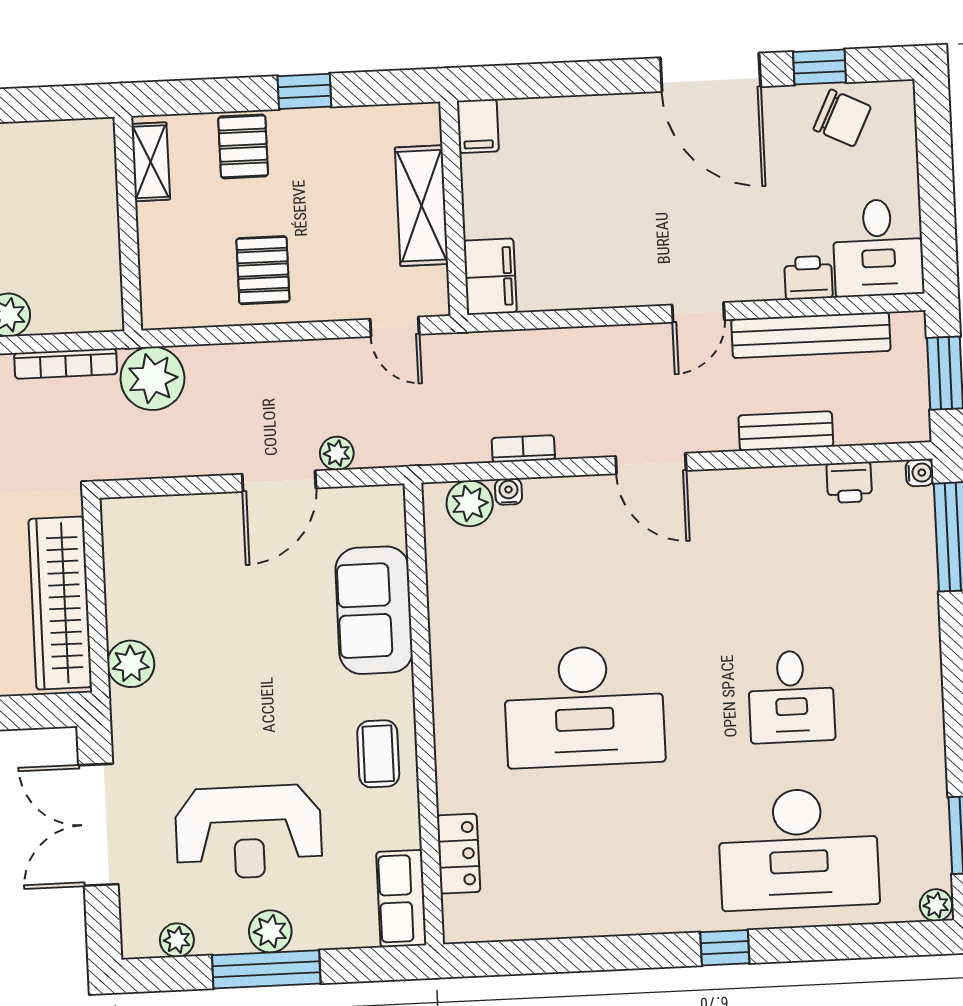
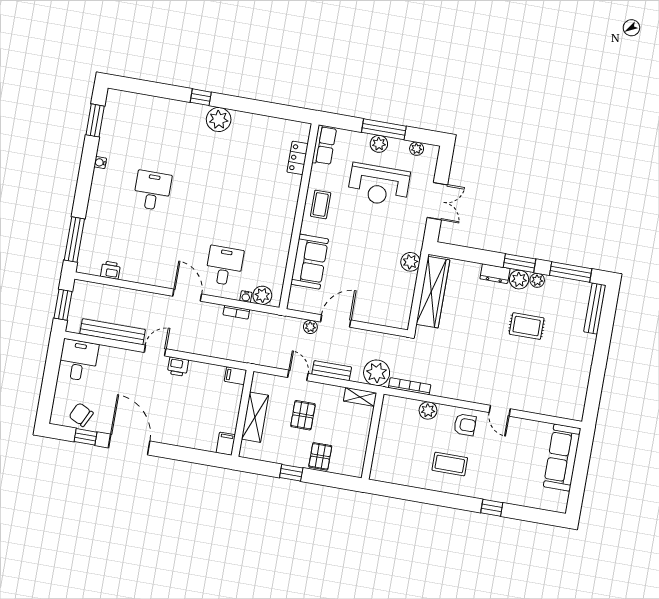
shelving: (151, 162) -> (360, 397), moved, turned 90
pallet: (263, 270) -> (303, 415), moved
filing cabinet: (490, 277) -> (236, 376), width x0.50
printer: (808, 278) -> (178, 367), moved
door: (395, 327) -> (298, 375), moved
bench: (786, 431) -> (332, 371), moved
water cooler: (920, 473) -> (100, 163), moved
desk: (584, 706) -> (224, 266), moved, width x0.53, depth x0.77
double door: (98, 825) -> (437, 201), width x0.73
reception desk: (249, 832) -> (379, 185), turned 180
desk: (798, 849) -> (163, 130), removed
plant: (936, 905) -> (219, 119), moved, width x1.87, depth x1.87

